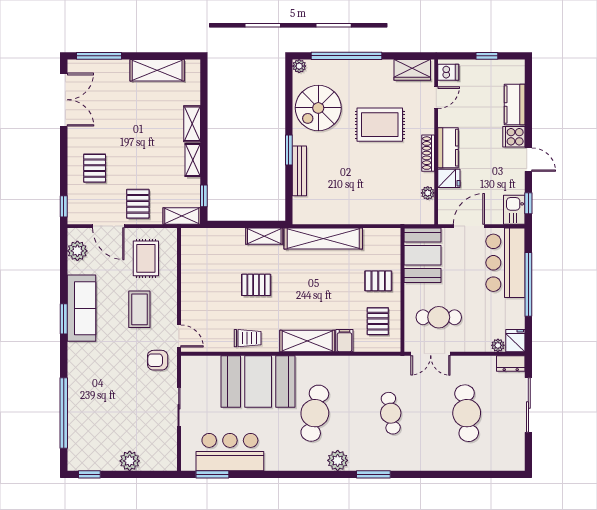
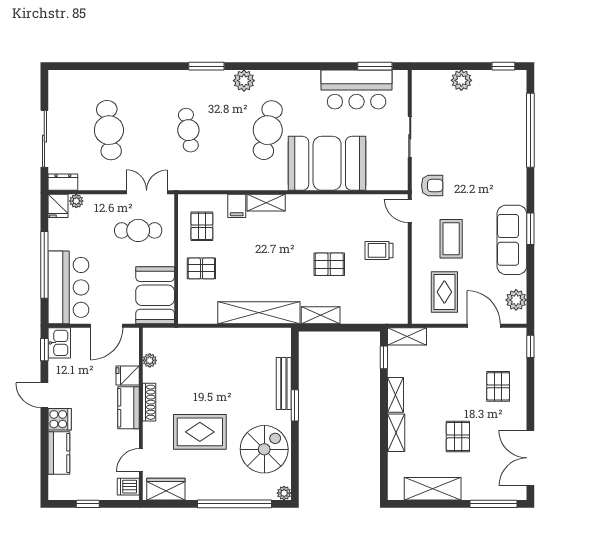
pallet: (138, 204) -> (458, 436), moved
trolley: (248, 338) -> (379, 250), moved
shelving: (307, 341) -> (266, 203), width x0.67, depth x0.75

